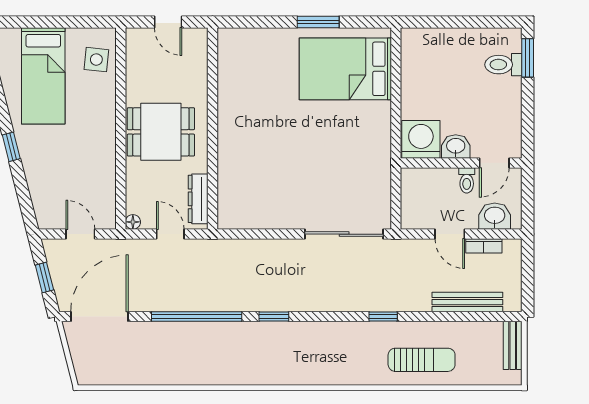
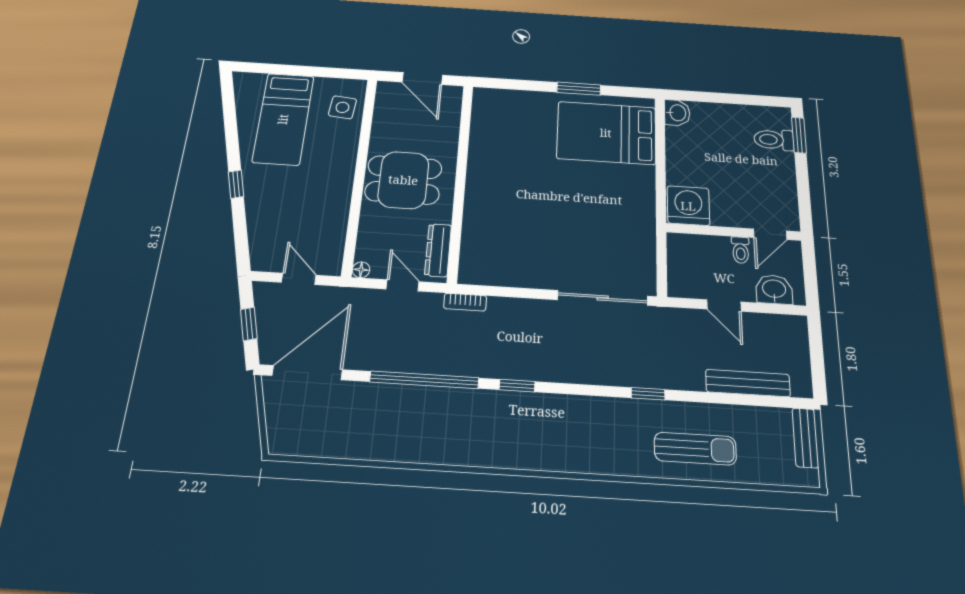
door: (168, 22) -> (422, 79), width x1.38
washbasin: (456, 146) -> (677, 113), moved, turned 90
bookcase: (484, 246) -> (465, 302), moved

